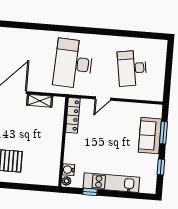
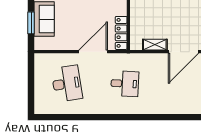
desk: (73, 64) -> (125, 84), width x0.53, depth x0.77
door: (103, 99) -> (93, 52), width x1.87

